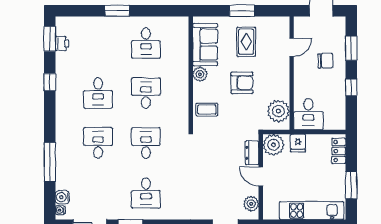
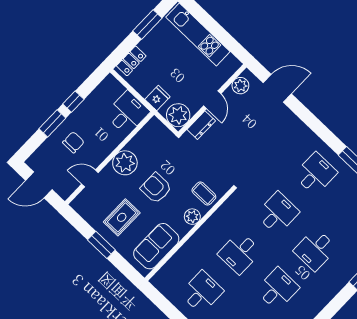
window: (351, 48) -> (52, 123), moved
chair: (325, 61) -> (73, 142), turned 93
plant: (200, 74) -> (192, 217), moved
plant: (278, 111) -> (125, 163), moved
desk: (146, 143) -> (278, 213), turned 180

